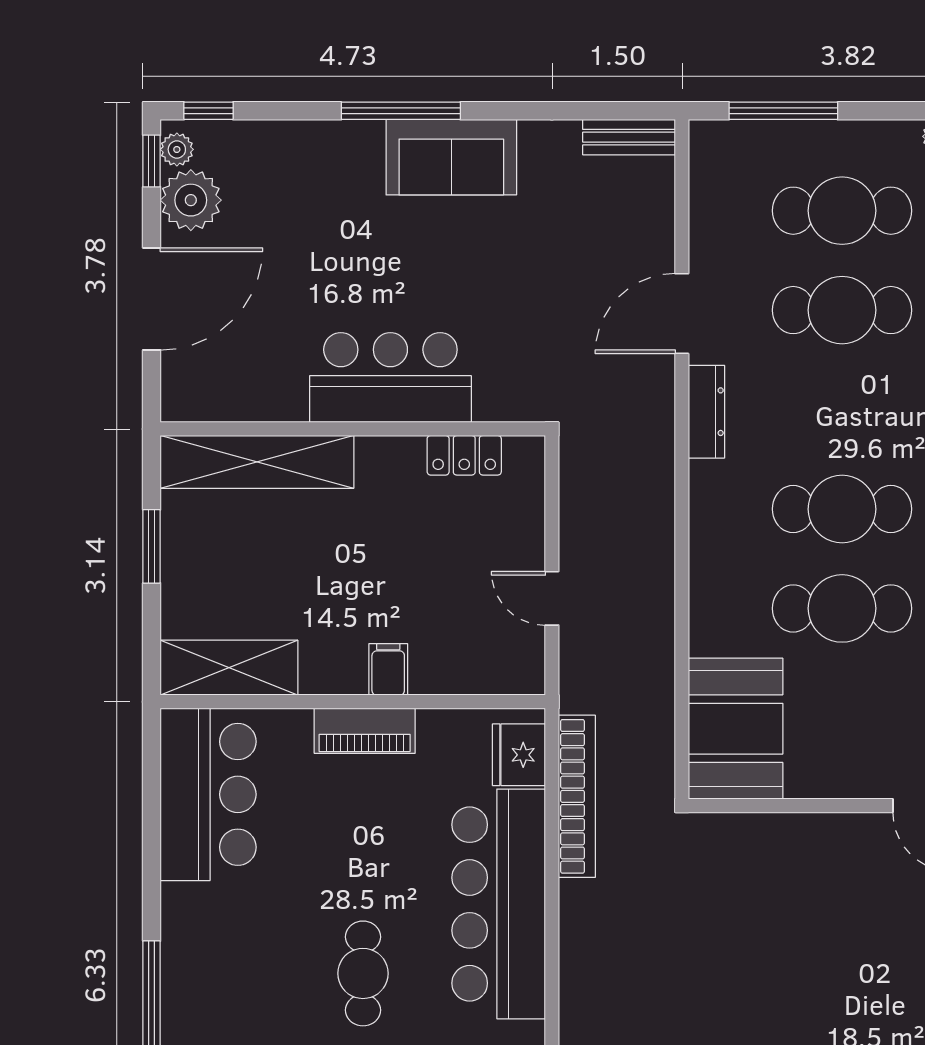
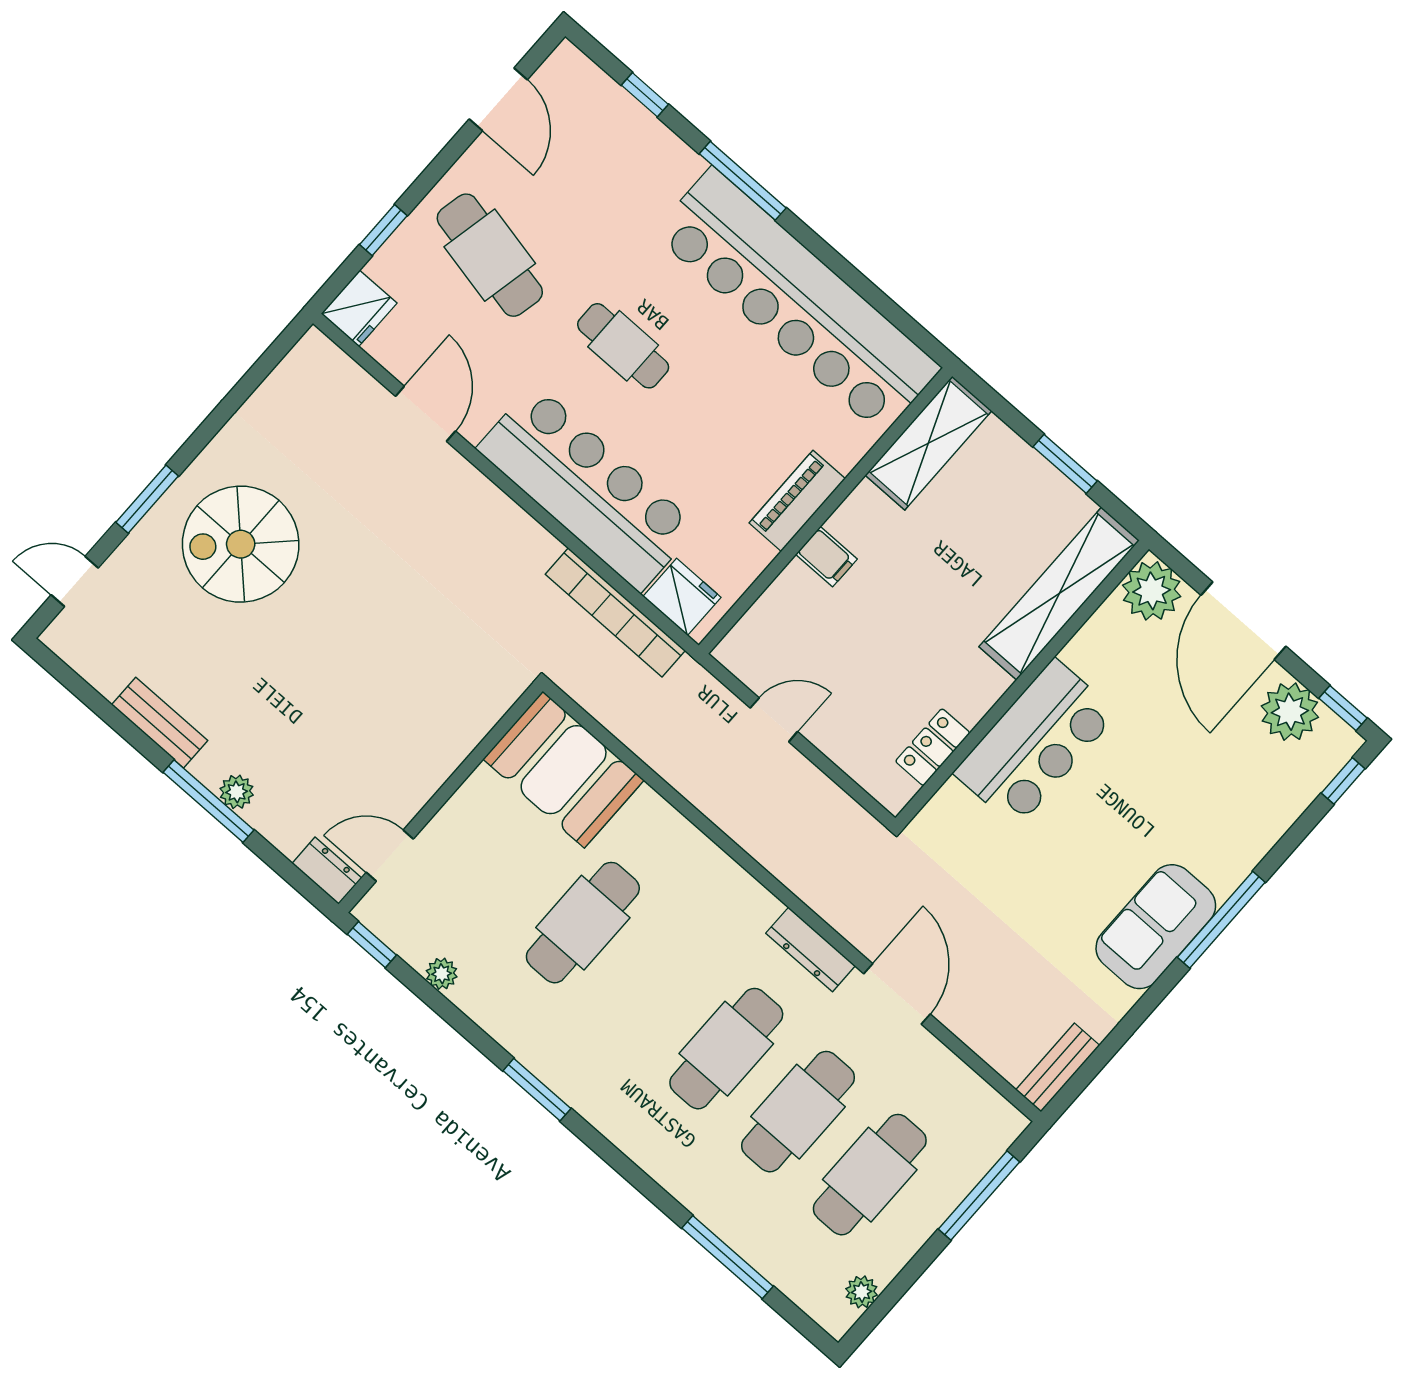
plant: (177, 149) -> (1152, 591), moved, width x1.87, depth x1.87
cafe table: (842, 509) -> (726, 1049), moved
bar counter: (208, 794) -> (797, 301), width x1.86

